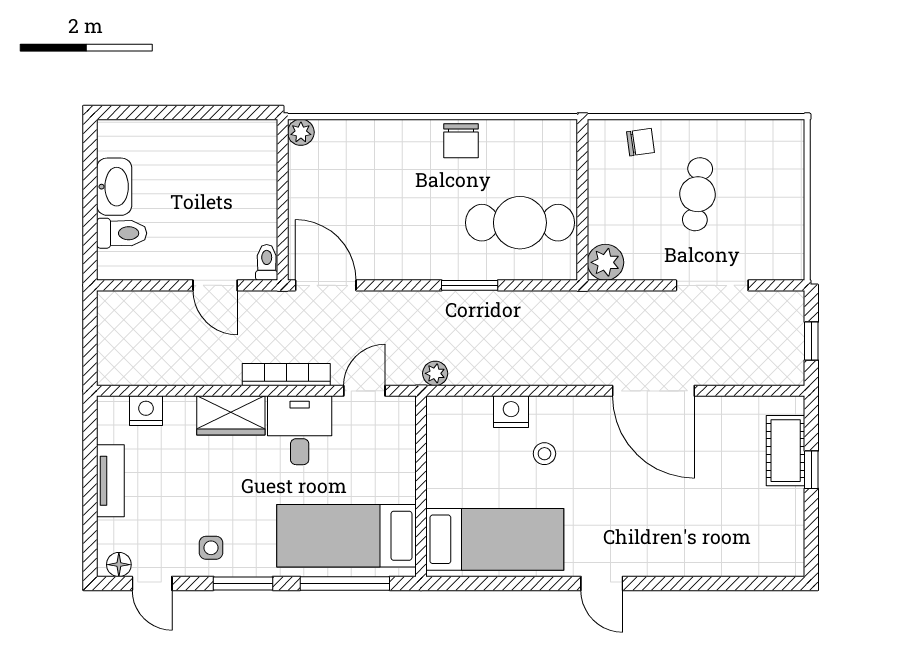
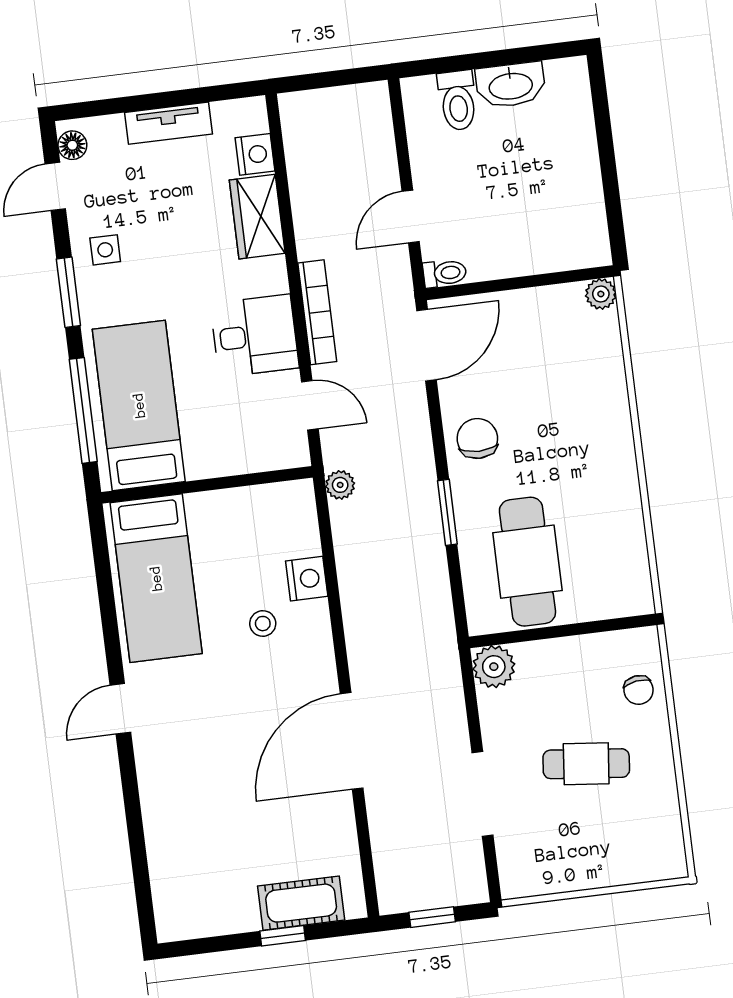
chair: (461, 141) -> (477, 439), moved, turned 90
wardrobe: (231, 415) -> (257, 217), moved

